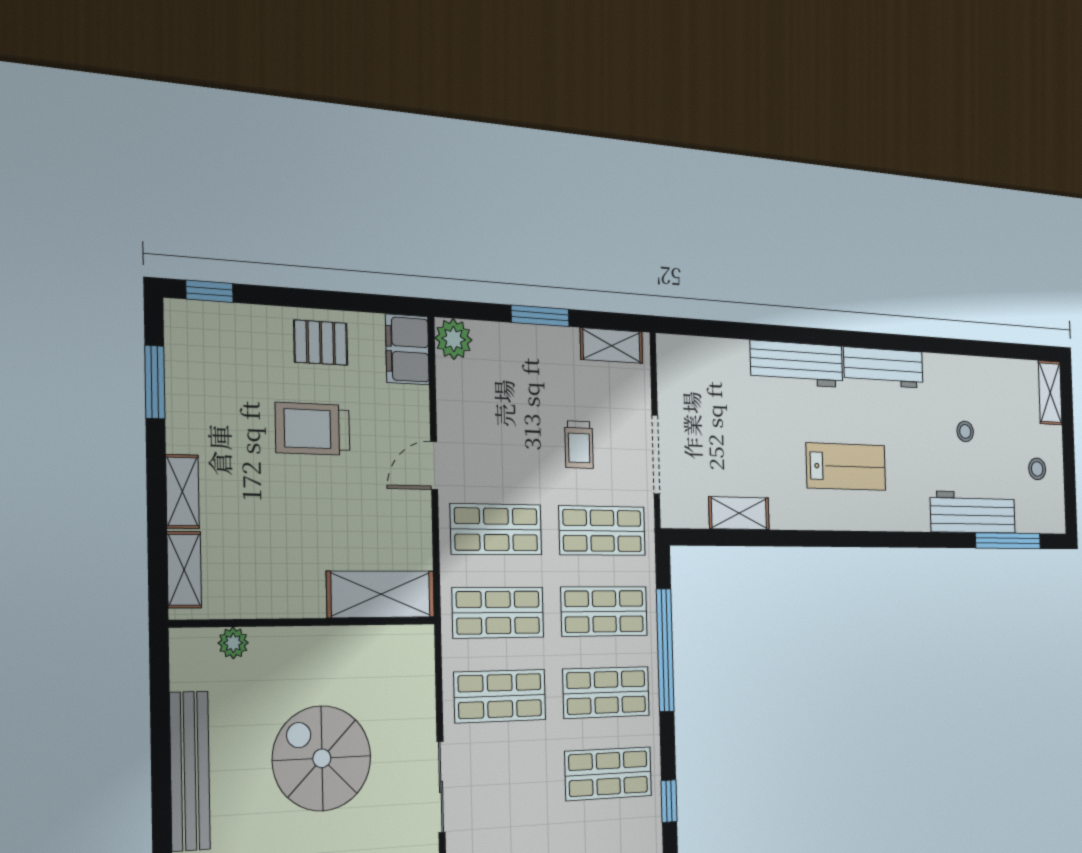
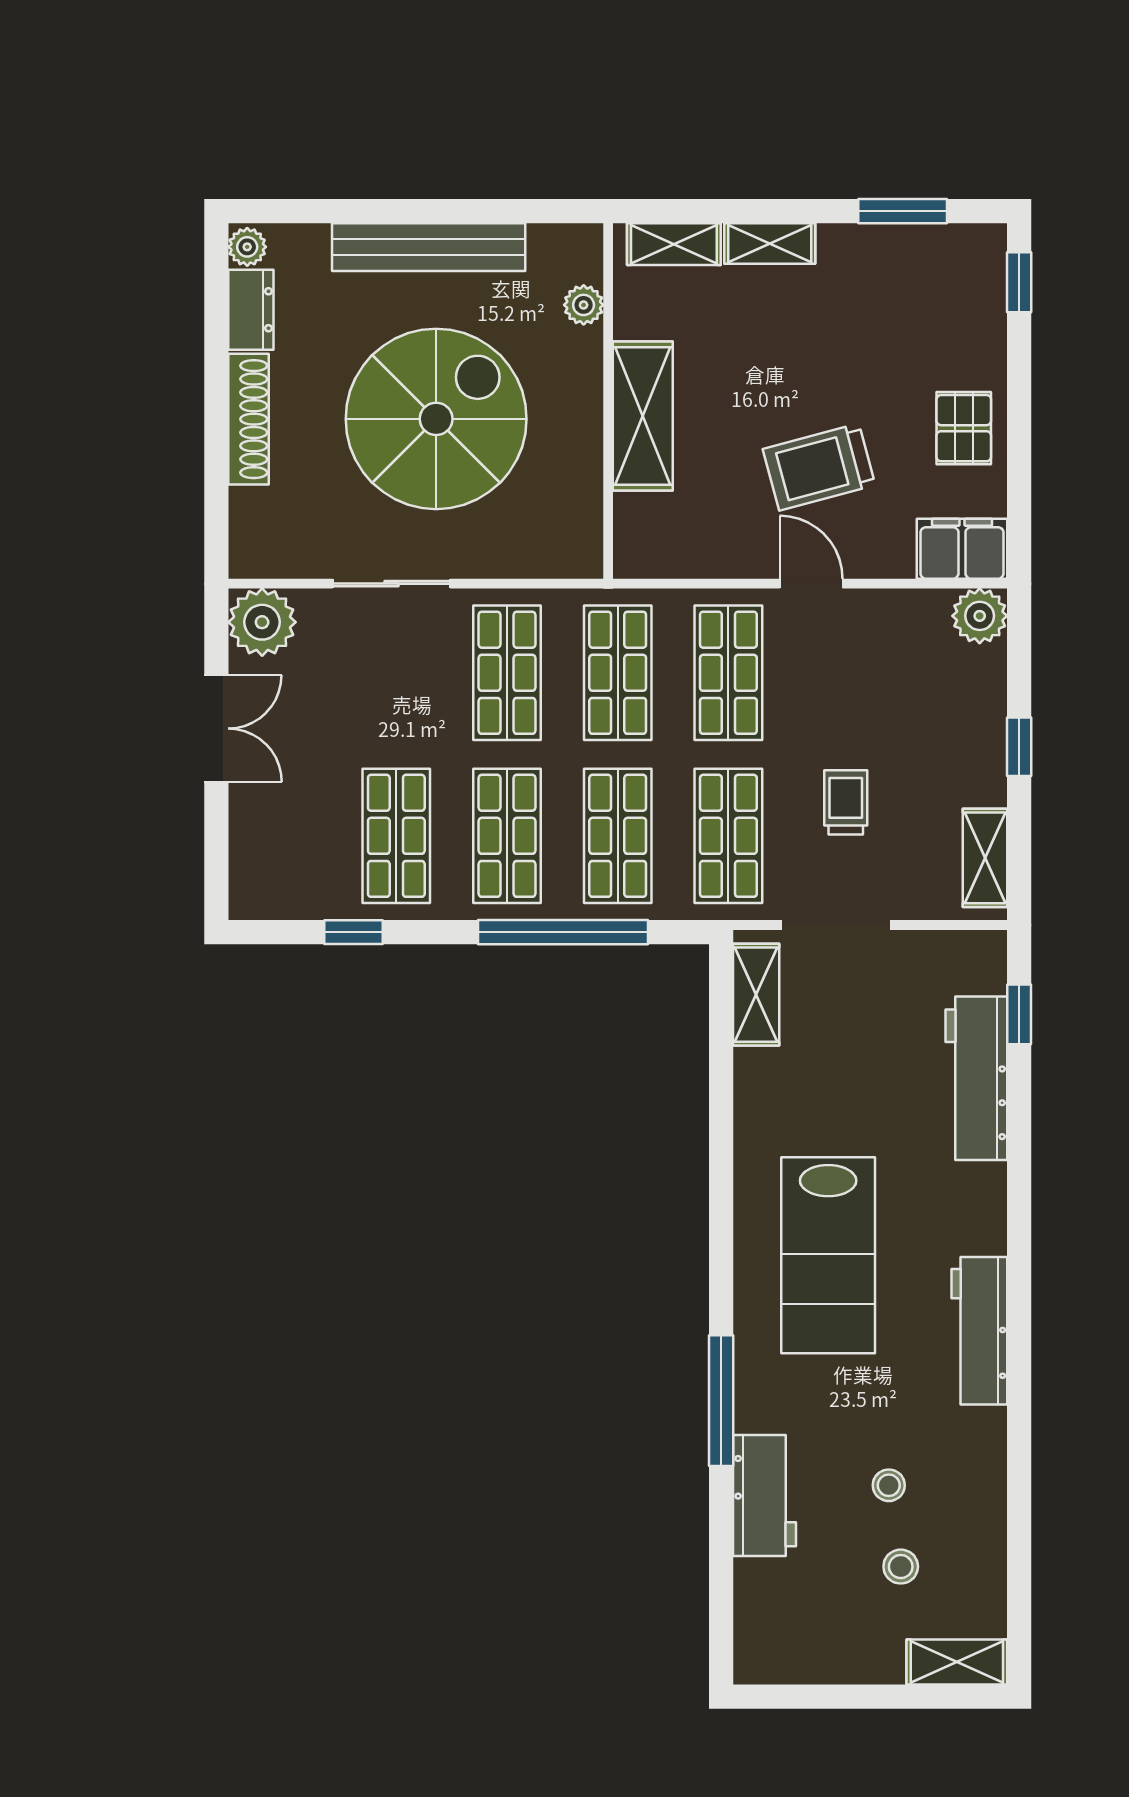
window: (540, 316) -> (1019, 747), width x0.67
window: (706, 328) -> (1019, 1014), added
workbench: (797, 364) -> (976, 1078), moved
trolley: (313, 429) -> (819, 467), moved, turned -105
trolley: (579, 445) -> (846, 802), turned 90
lab bench: (846, 467) -> (828, 1255), width x1.36, depth x1.39
stool: (1037, 469) -> (901, 1567), moved
workbench: (973, 512) -> (764, 1496), width x0.73
shelving: (739, 513) -> (756, 995), moved
window: (1008, 541) -> (721, 1401), moved
shelving: (381, 594) -> (643, 416), moved
spiral stairs: (322, 758) -> (436, 419), width x1.37, depth x1.37

